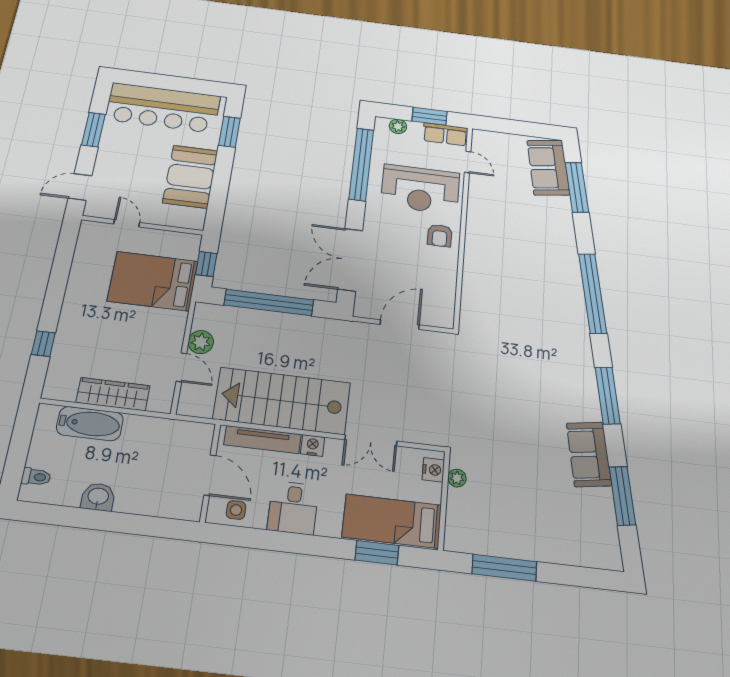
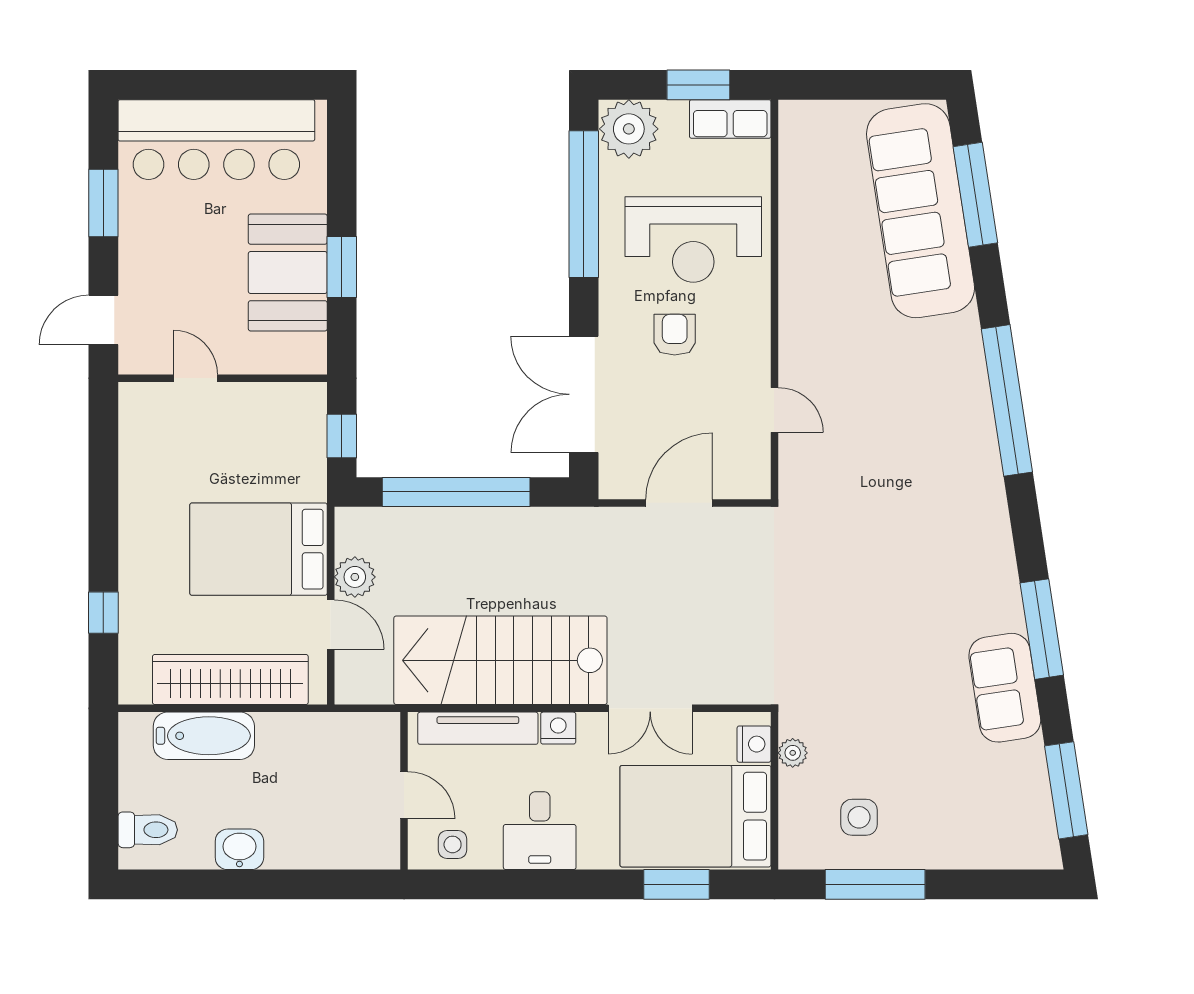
plant: (398, 126) -> (629, 129), width x1.87, depth x1.87
window: (229, 132) -> (342, 267), moved
door: (468, 162) -> (774, 410), moved
sofa: (548, 168) -> (921, 211), width x1.85, depth x1.27
armchair: (440, 235) -> (675, 335), moved, turned 180
bed: (153, 281) -> (258, 549), moved
wardrobe: (113, 394) -> (230, 679), width x1.40, depth x1.17
window: (608, 395) -> (1042, 629), moved
door: (210, 475) -> (404, 795), width x0.73
toilet: (36, 477) -> (148, 830), width x1.37, depth x1.39
window: (622, 496) -> (1066, 790), moved
bed: (392, 521) -> (695, 816), width x1.50
side table: (496, 523) -> (859, 817), added

